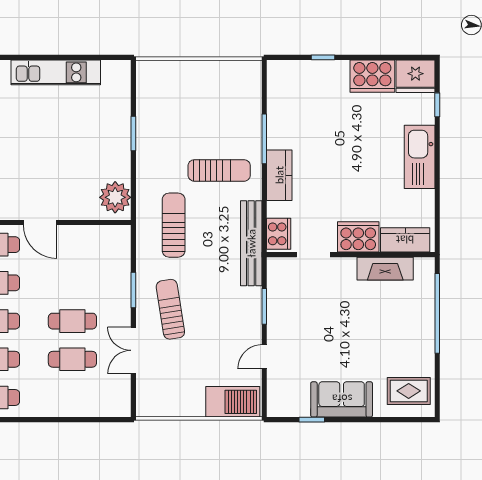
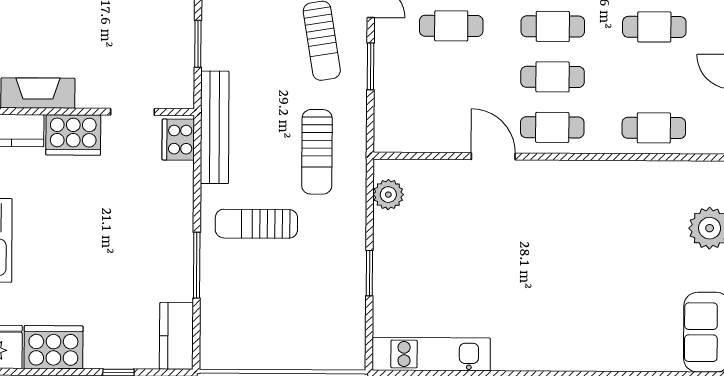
kitchen unit: (56, 72) -> (431, 354), moved
kitchen counter: (279, 175) -> (176, 336), moved
plant: (115, 197) -> (388, 195), width x0.73, depth x0.73

